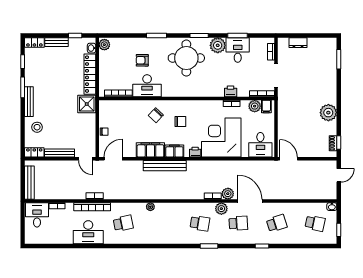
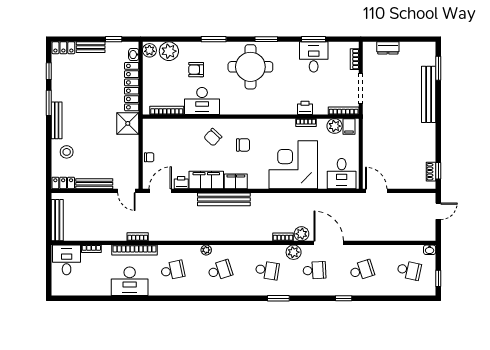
plant: (218, 45) -> (169, 51), moved
bench: (331, 80) -> (429, 94), added
plant: (328, 113) -> (425, 134), removed
printer: (195, 152) -> (181, 183), moved
school desk: (162, 223) -> (220, 270), added

